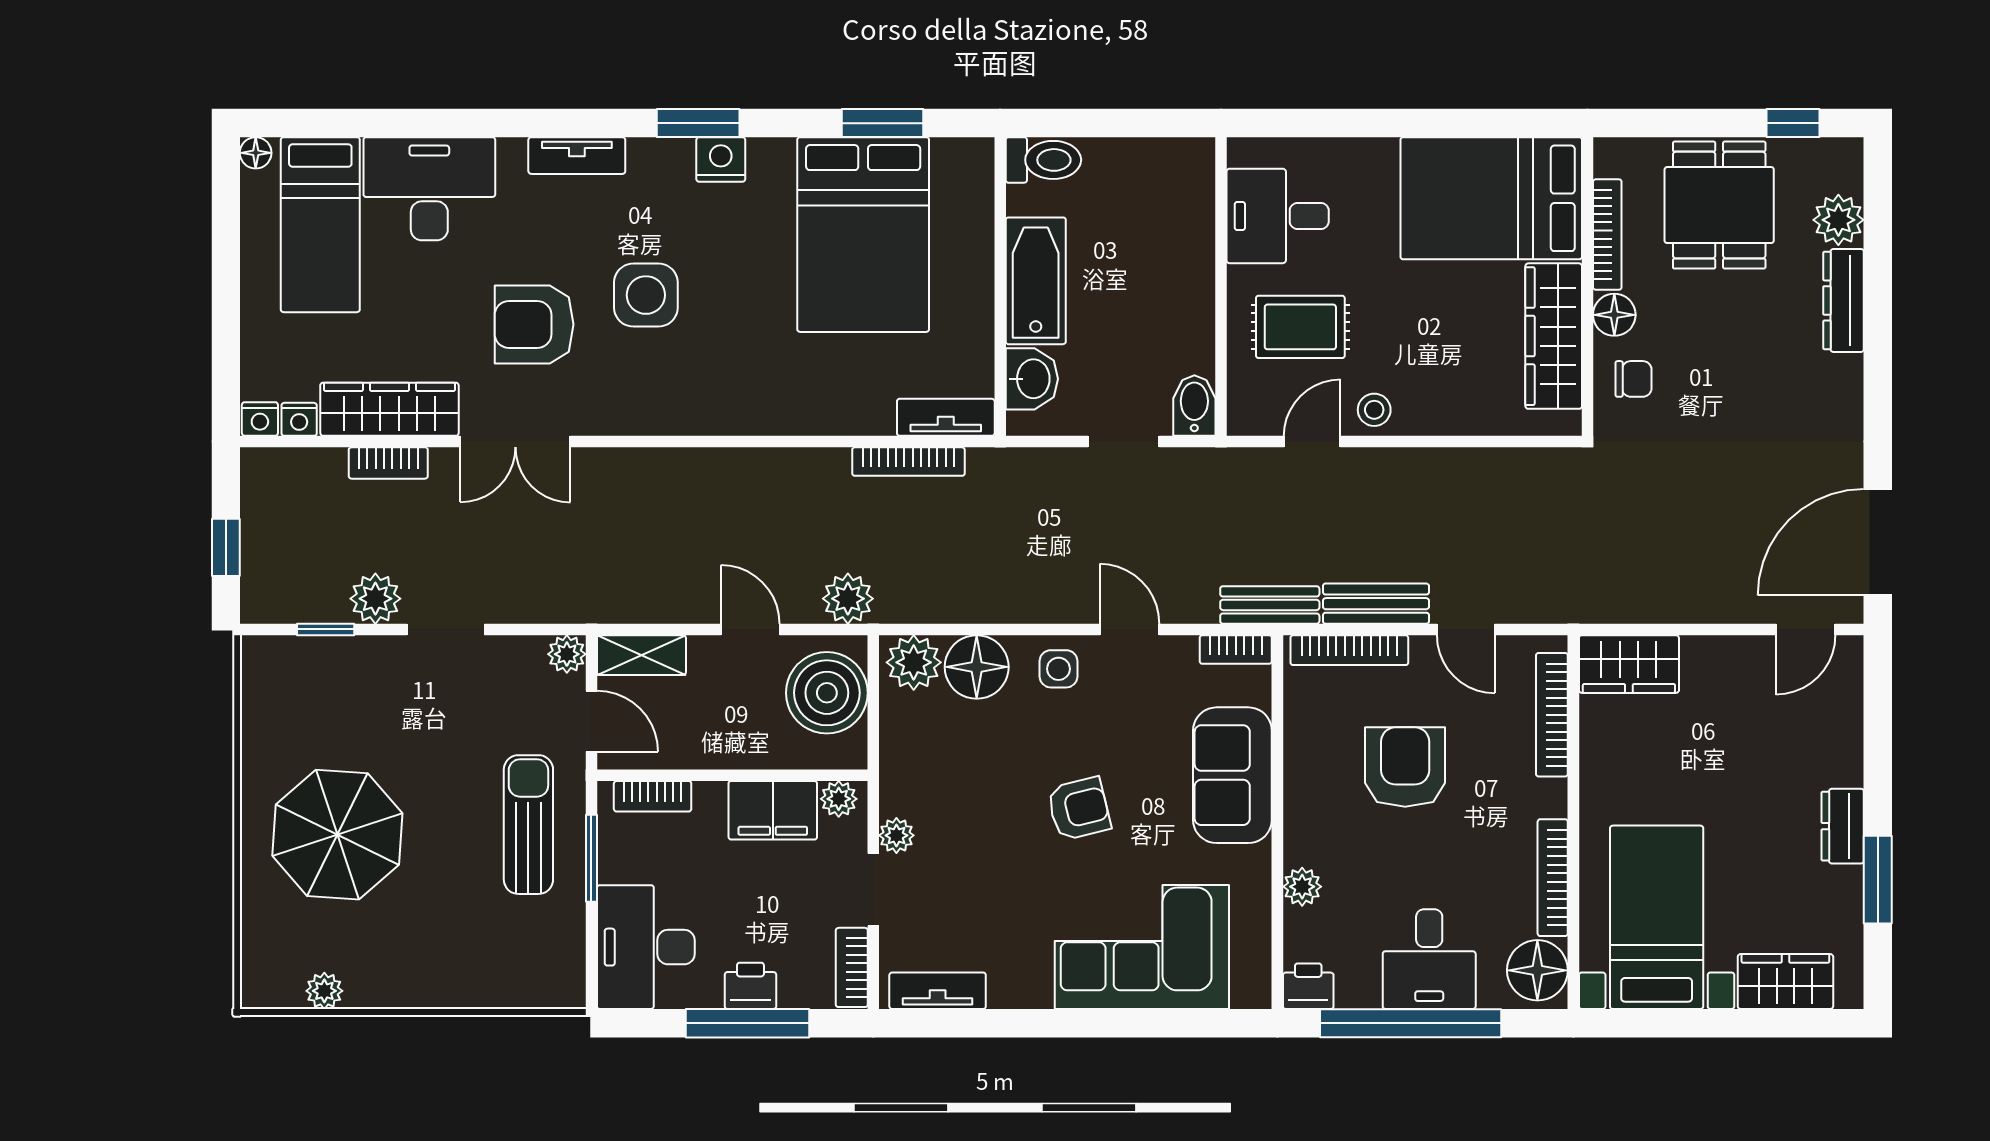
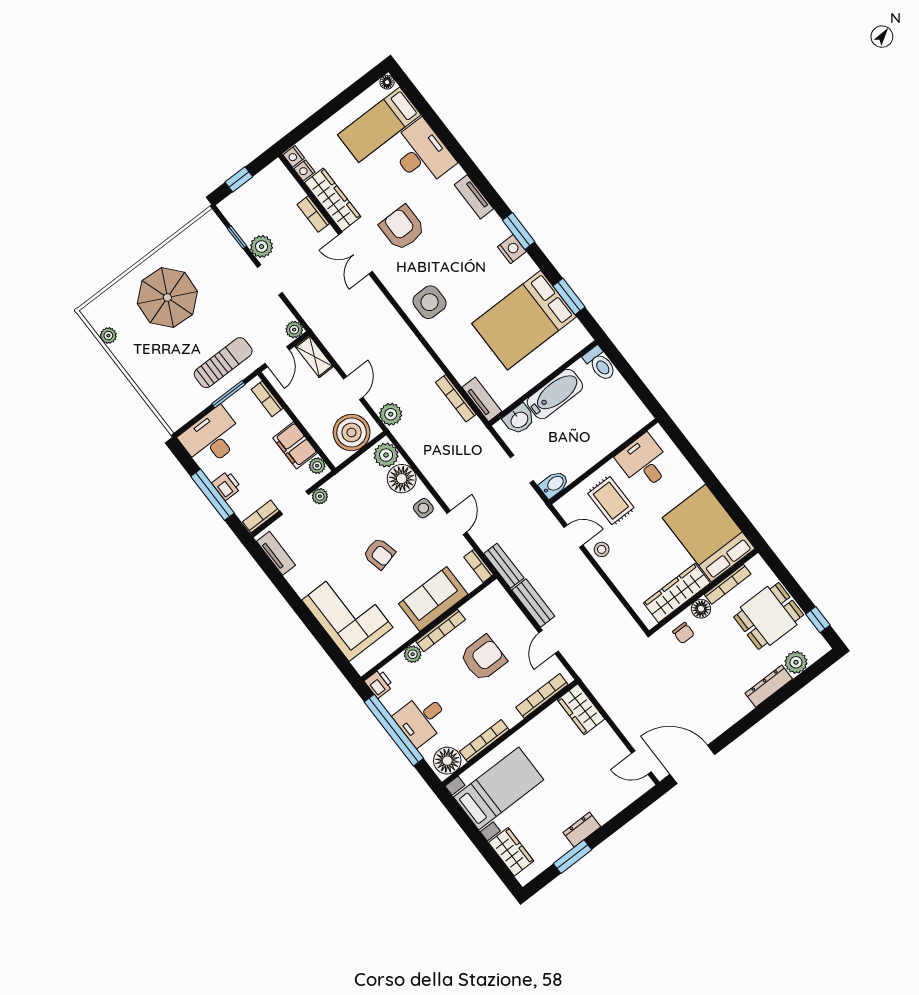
side table: (646, 295) -> (430, 302), moved
bookcase: (1349, 650) -> (441, 630), moved, turned -90

